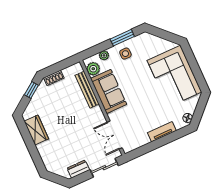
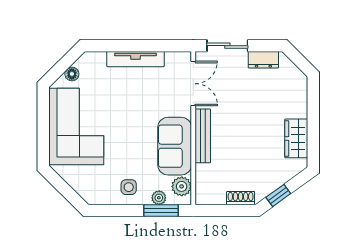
window: (122, 38) -> (161, 211), moved
bench: (87, 90) -> (203, 136), moved
floor lamp: (188, 118) -> (72, 74), moved
tv unit: (162, 132) -> (136, 59), width x1.41

